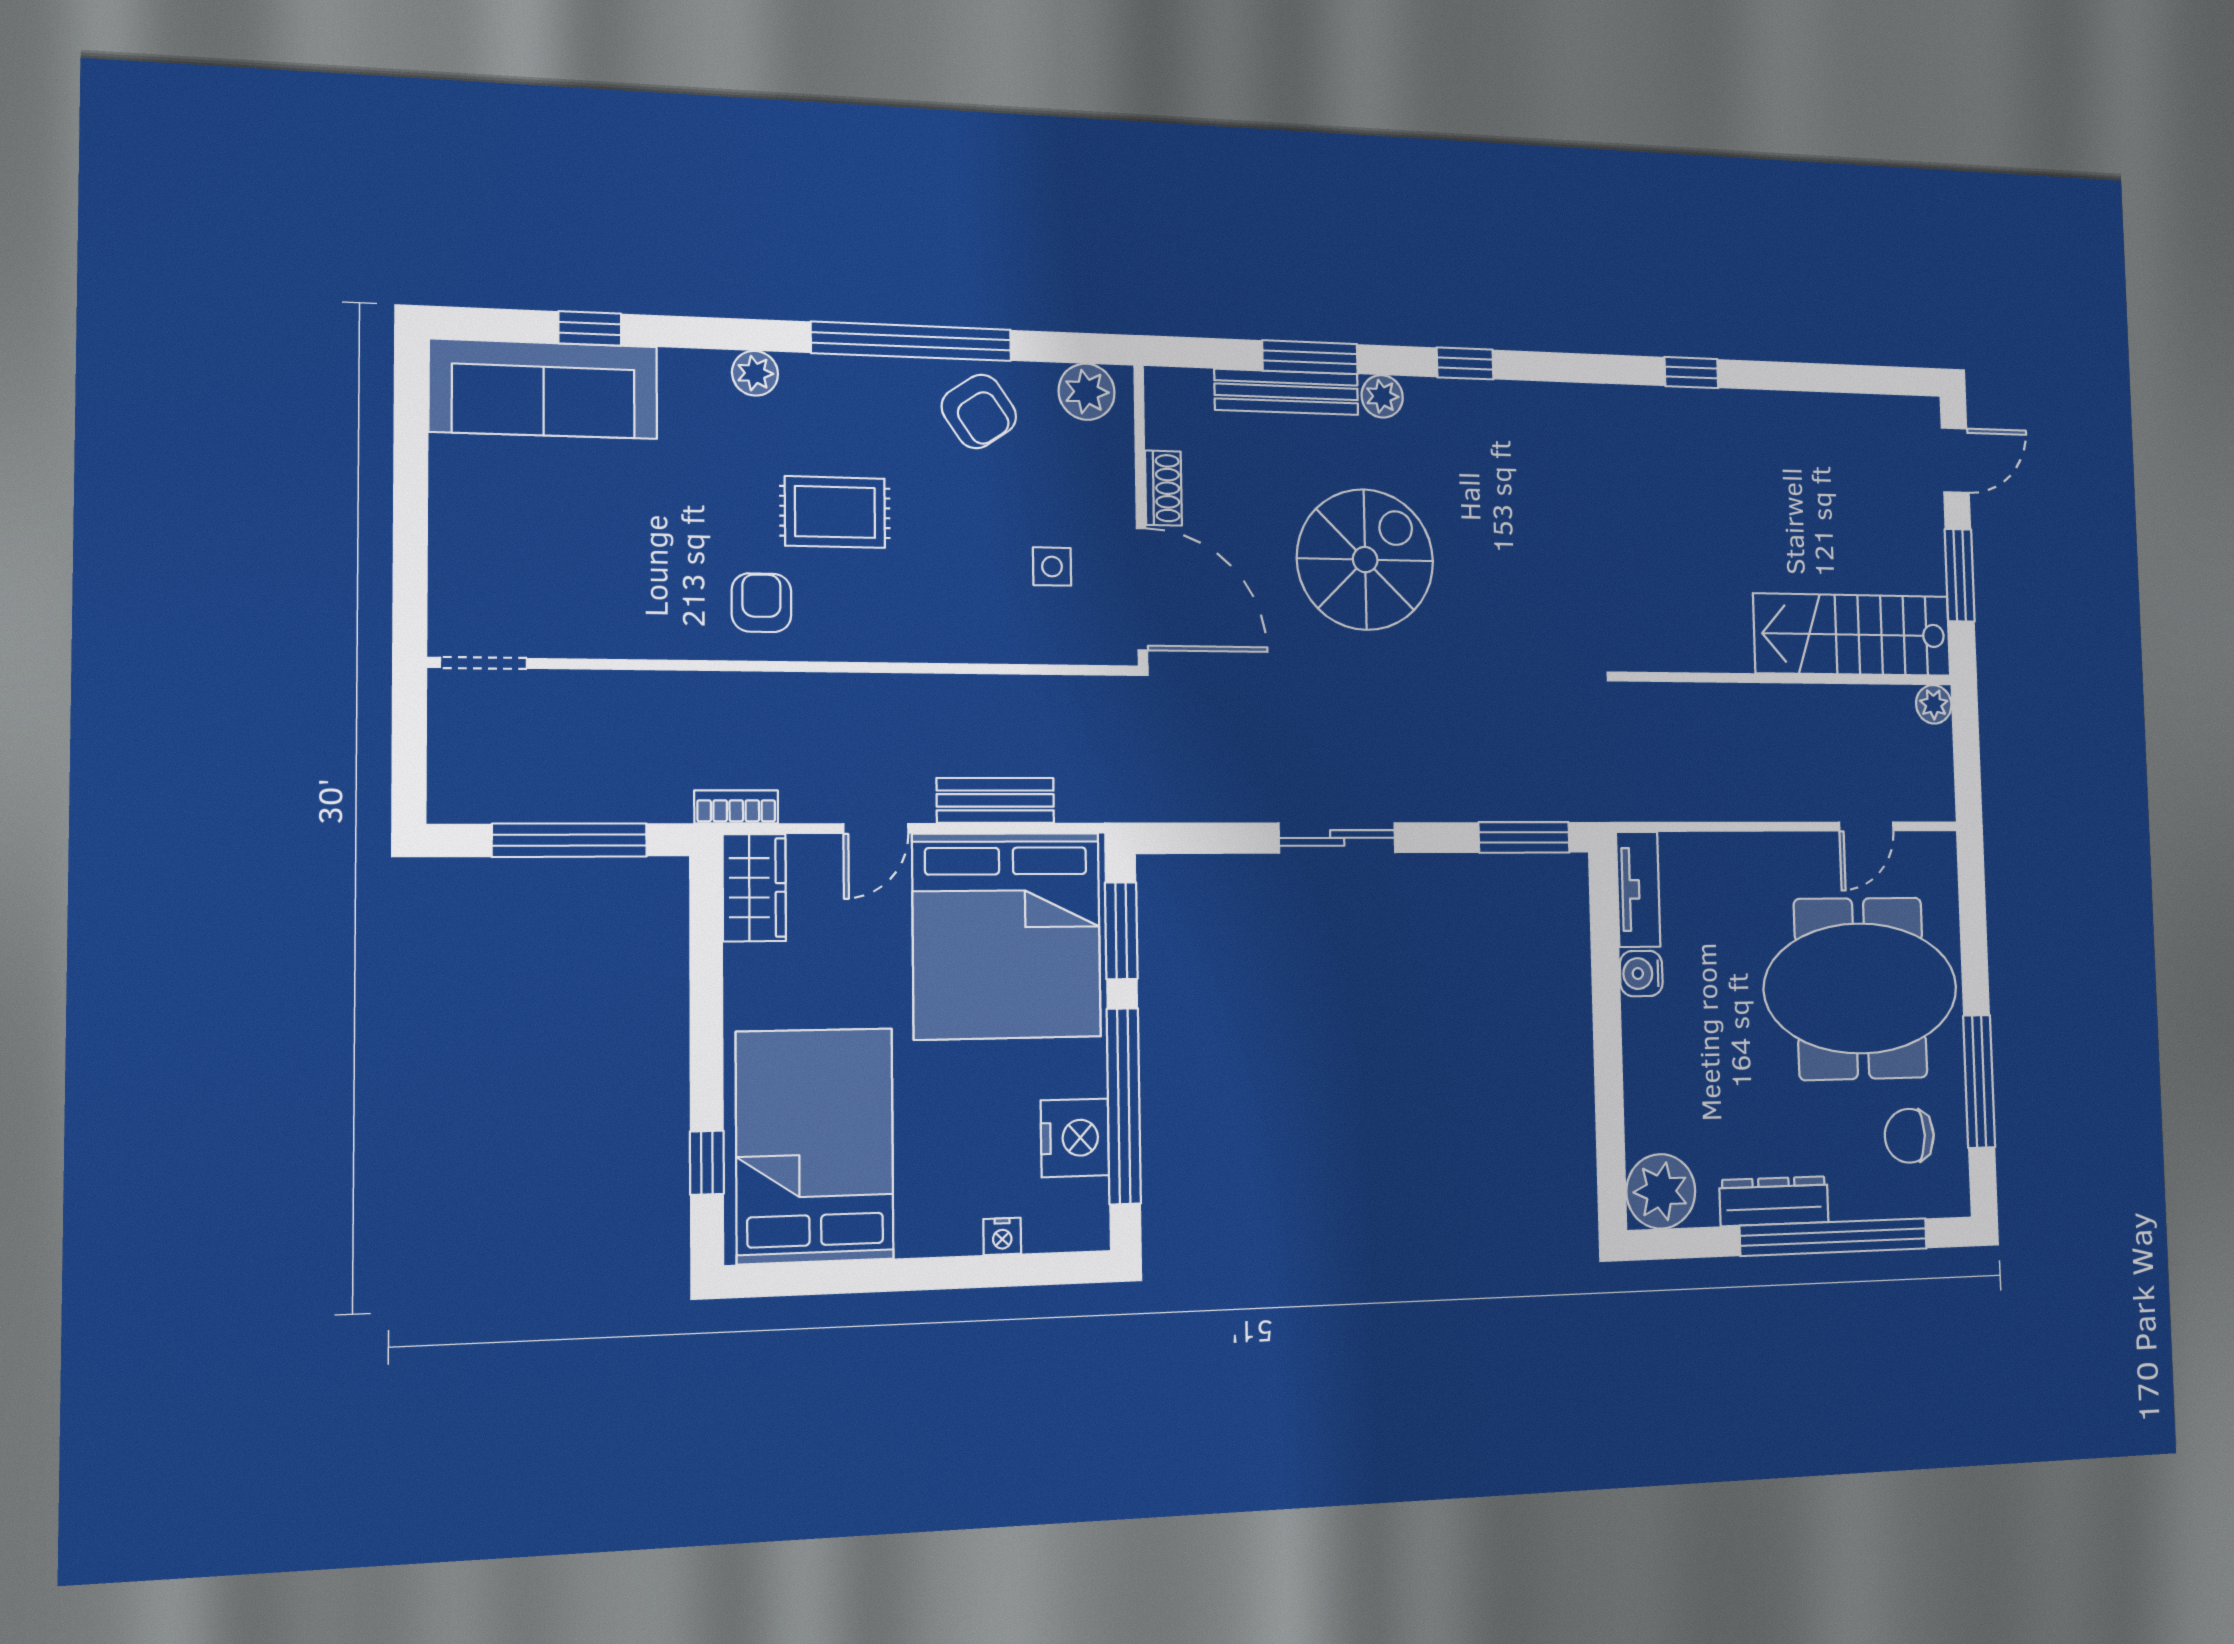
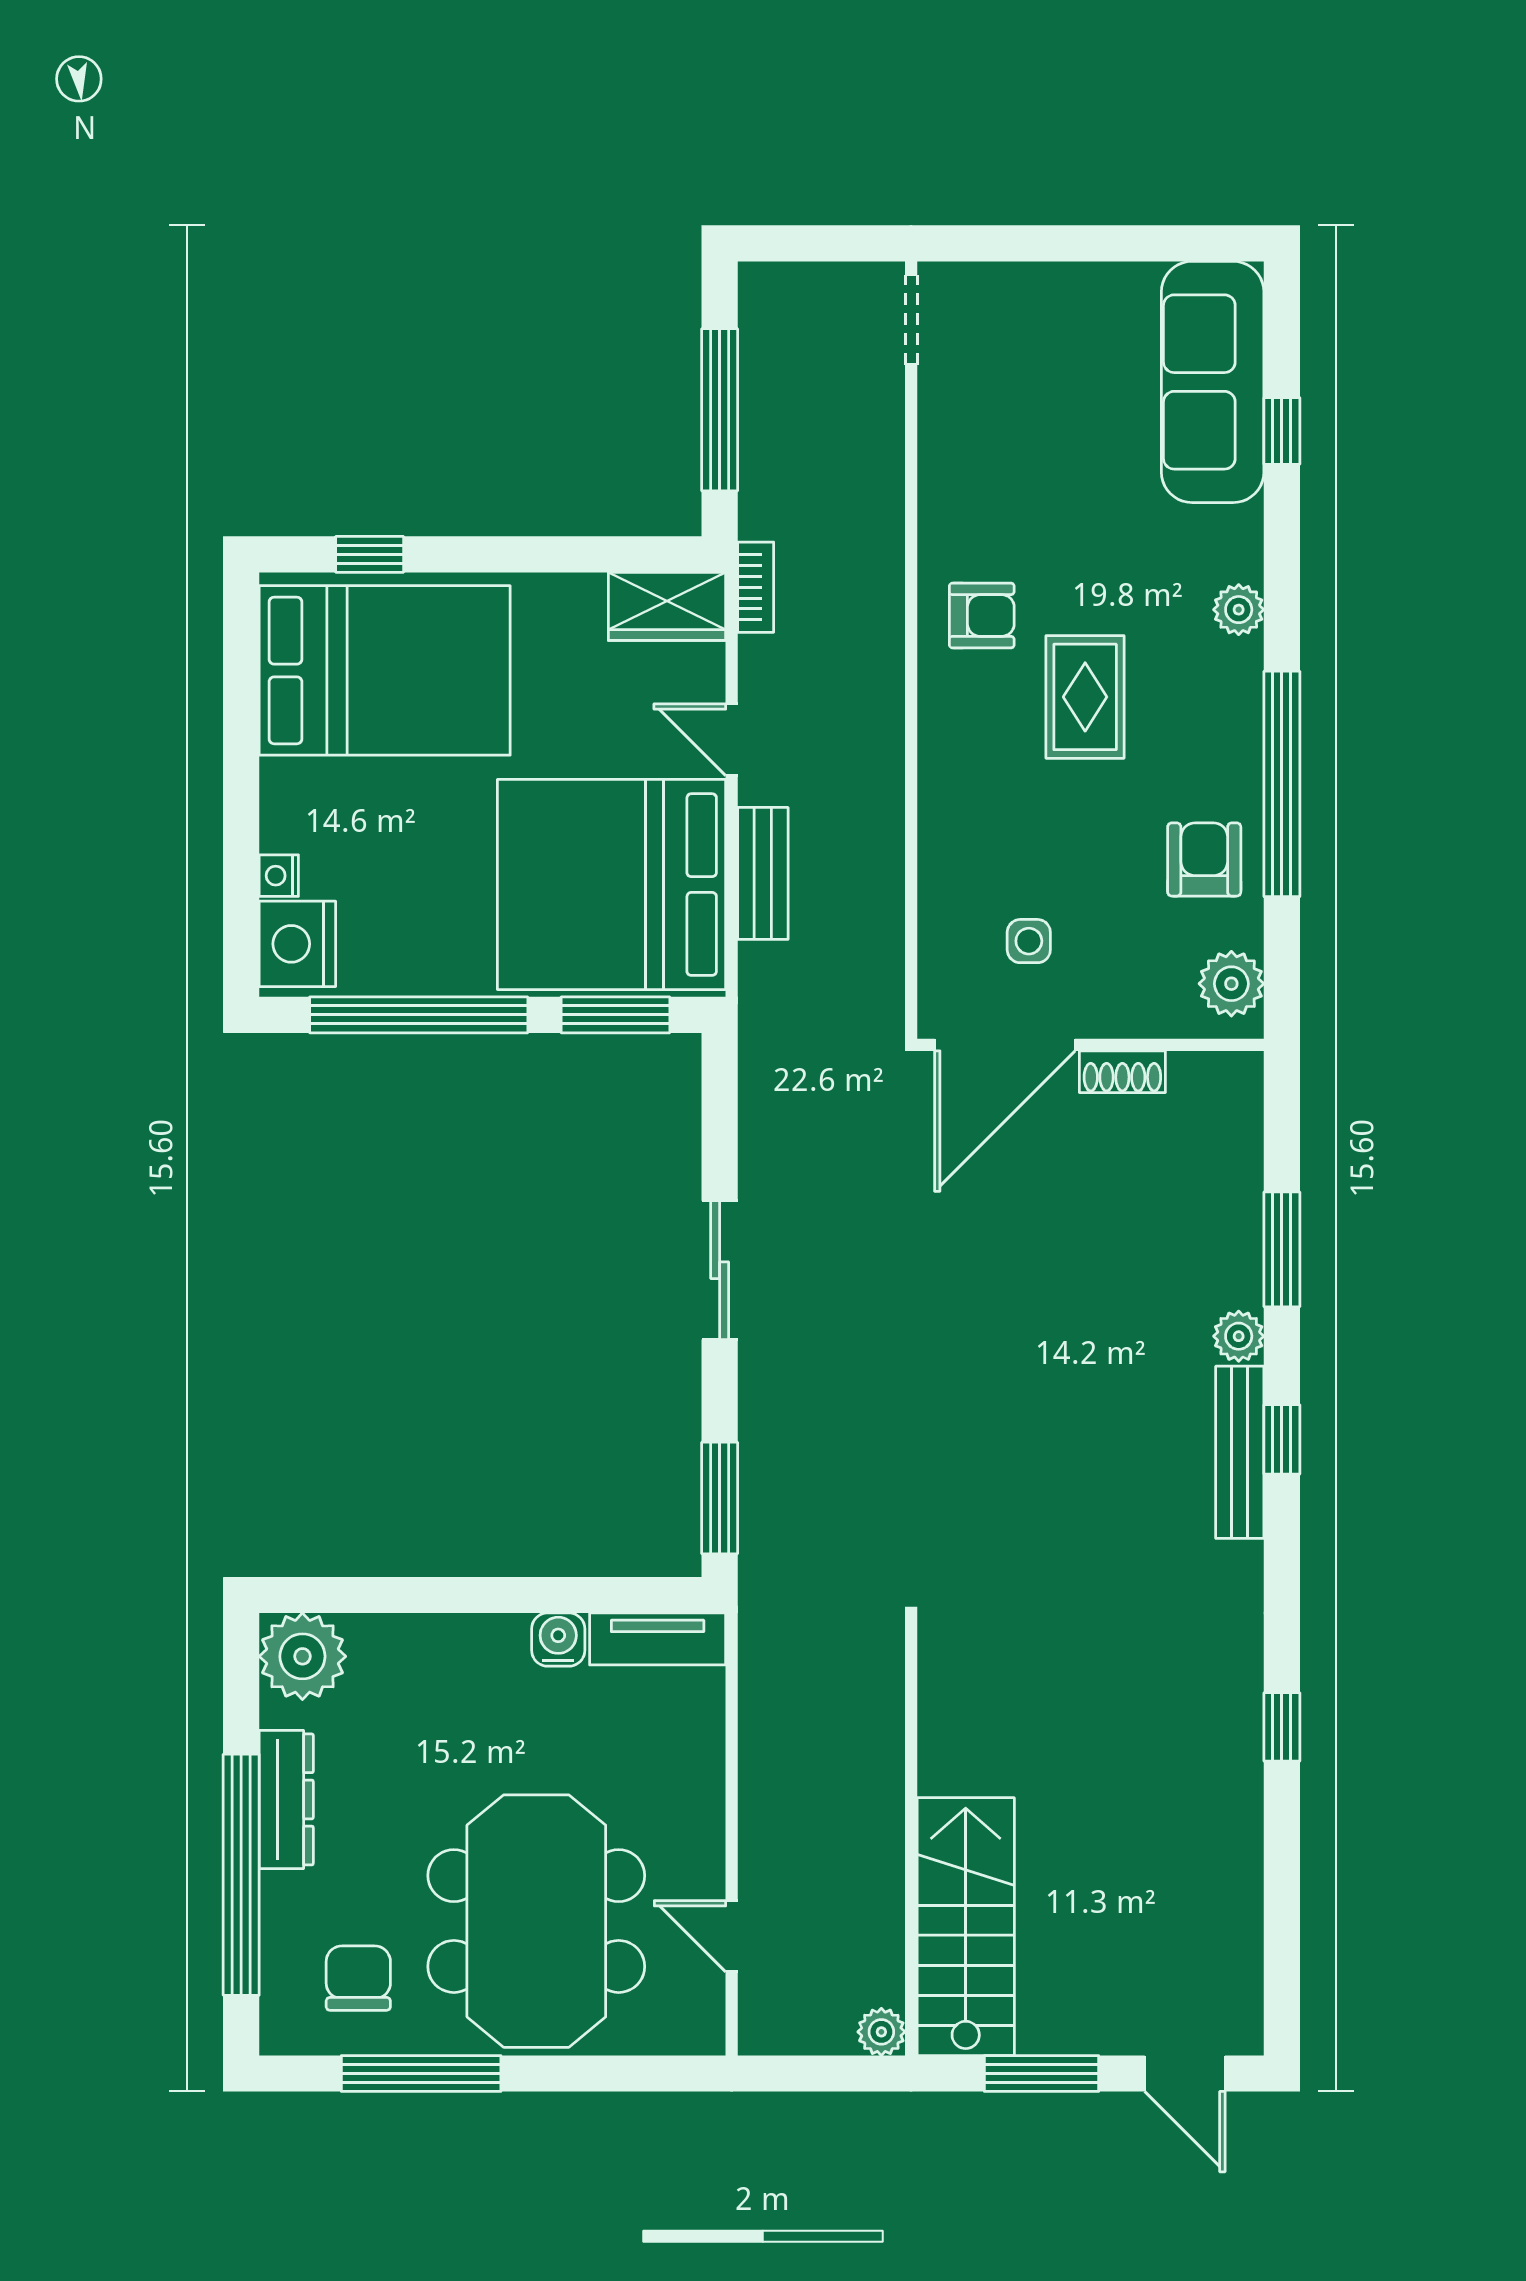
bench: (1286, 392) -> (1240, 1452), moved
armchair: (979, 411) -> (1204, 859), turned 124
spiral stairs: (1365, 560) -> (1045, 1311), removed
nightstand: (1075, 1138) -> (297, 944), moved, turned 90

